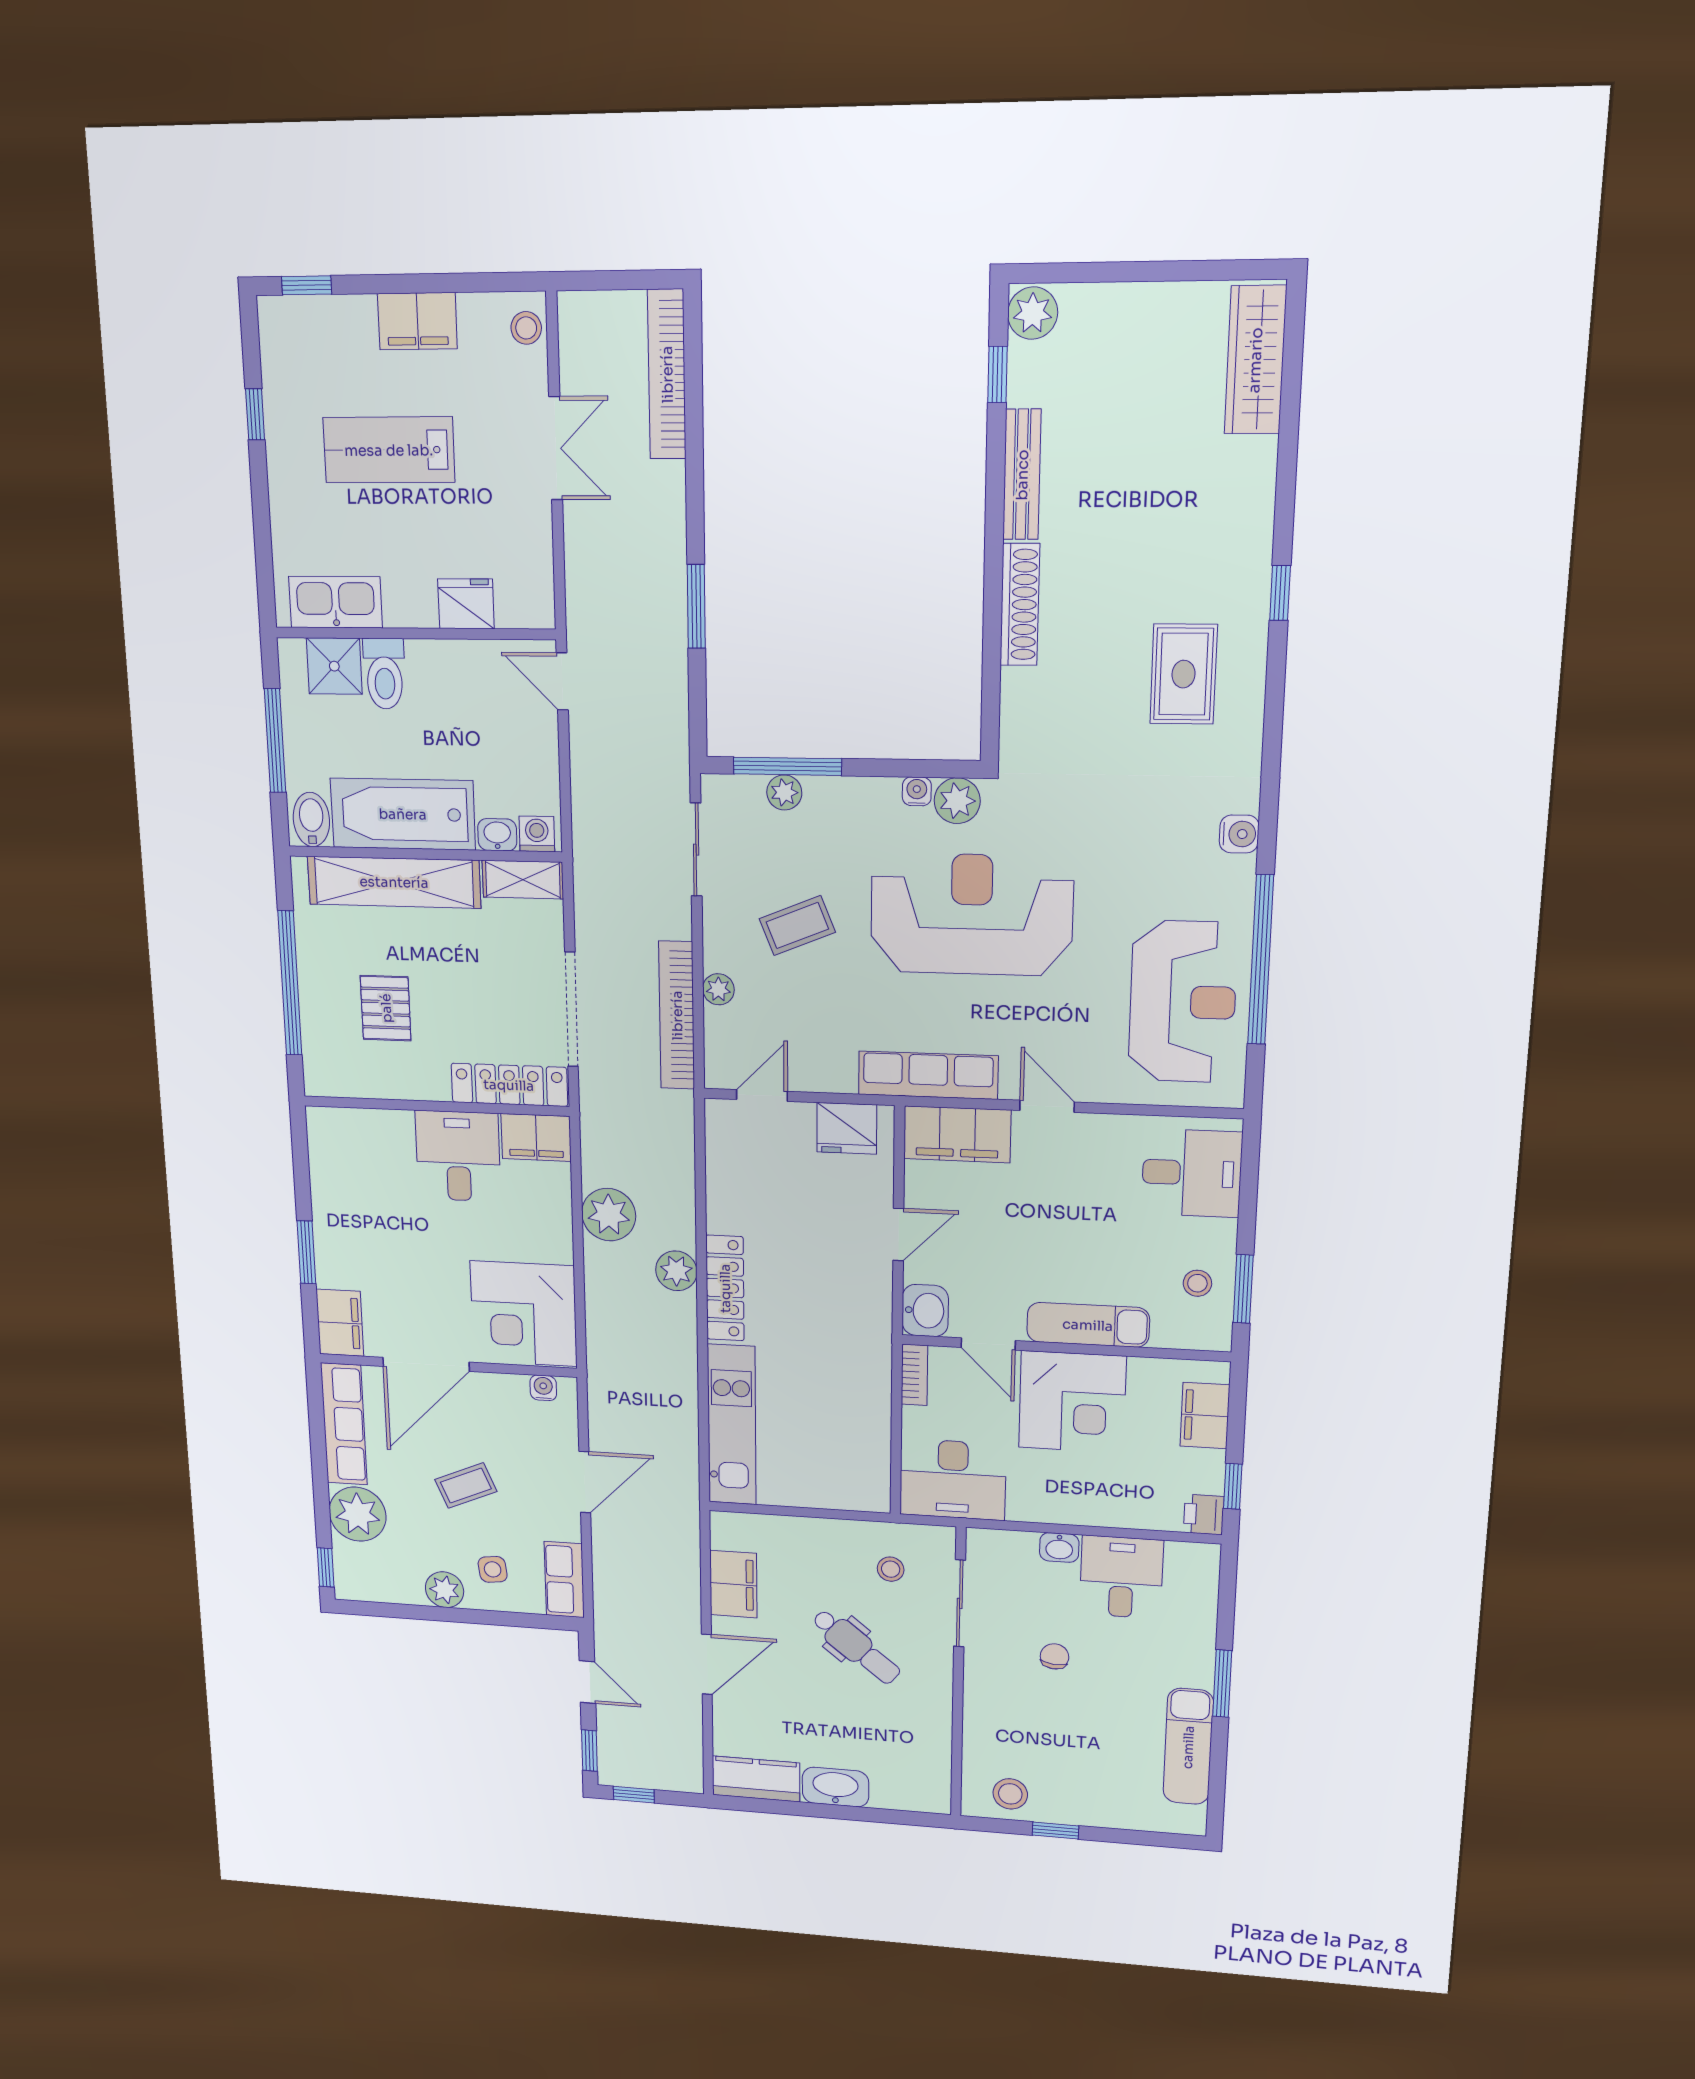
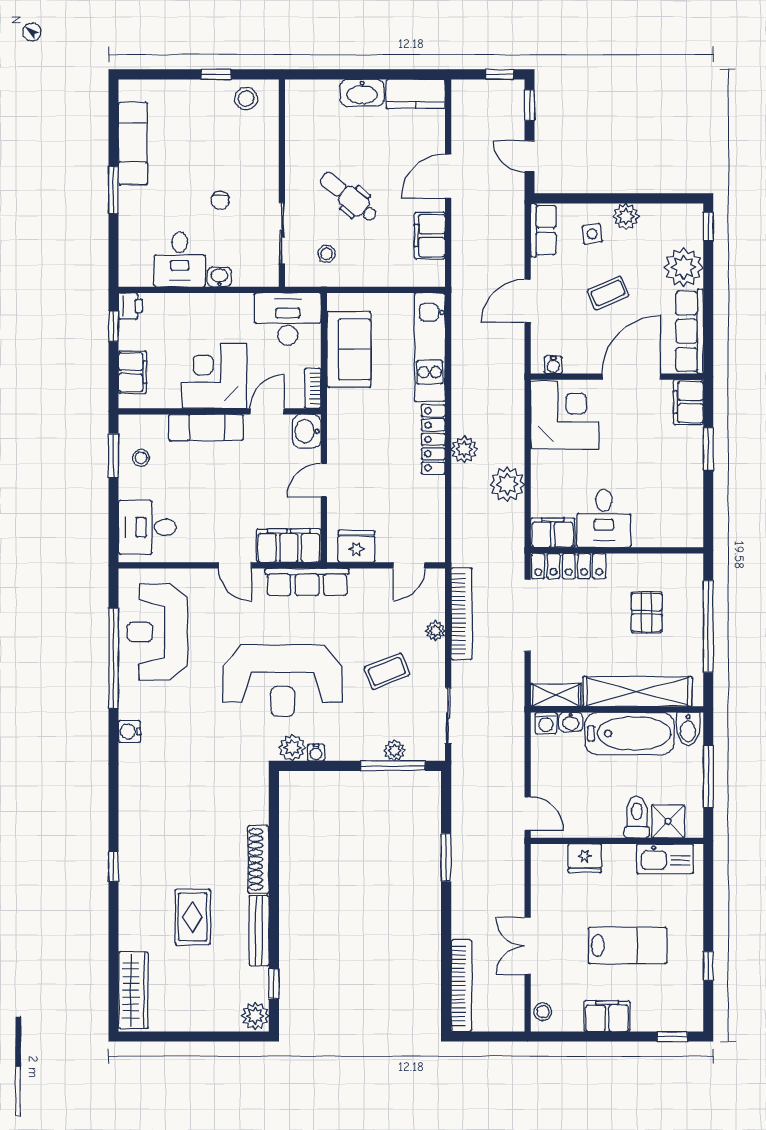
rug: (1184, 674) -> (193, 917), moved
door: (988, 1344) -> (267, 411), hinge flipped
sofa: (857, 1429) -> (349, 349), added

